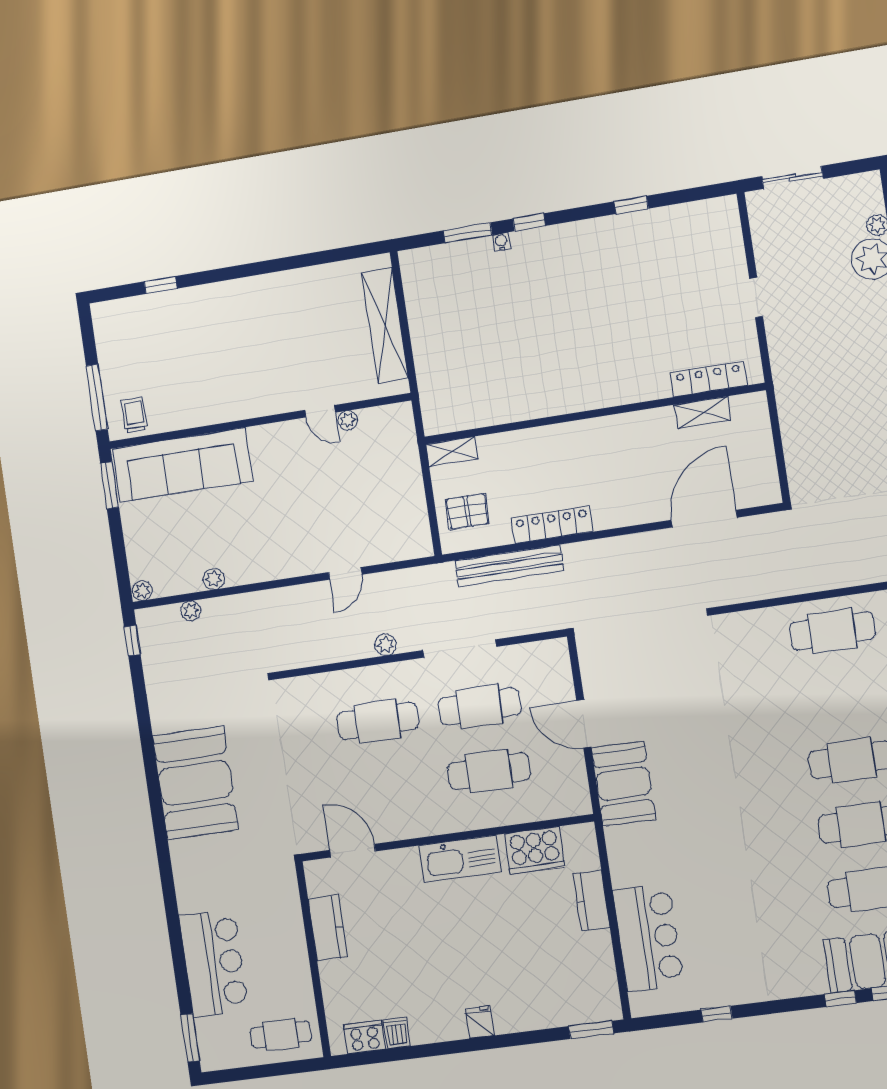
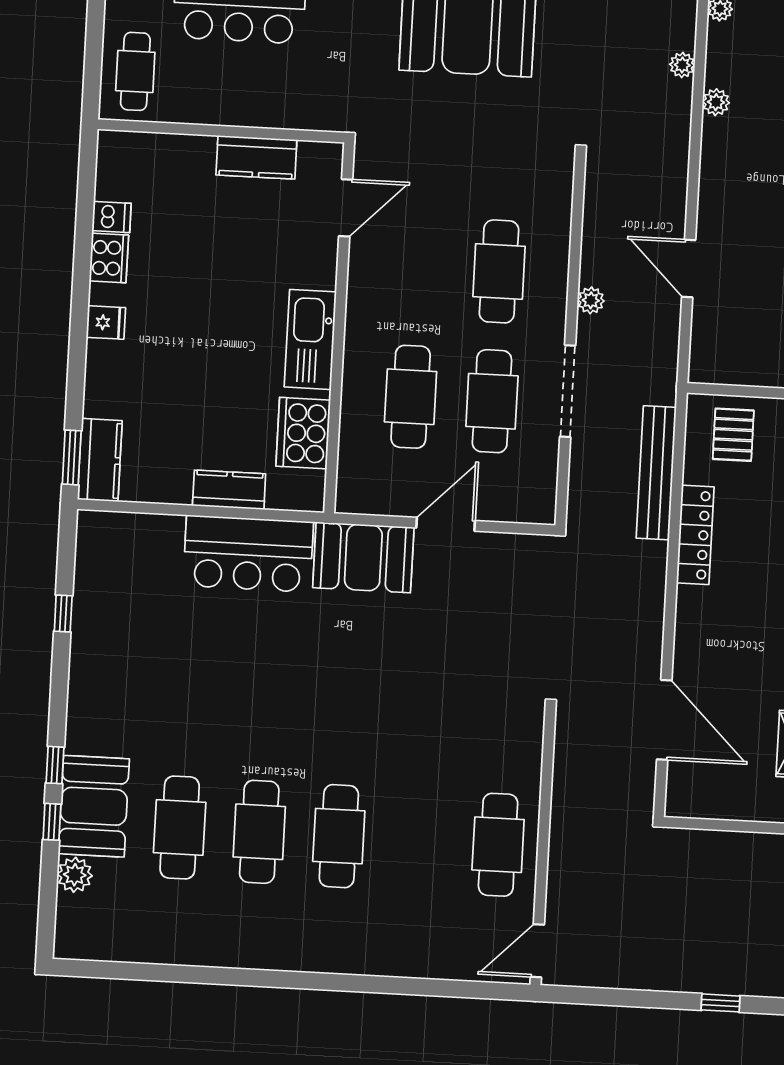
door: (345, 573) -> (689, 268), width x1.38
bar counter: (648, 938) -> (248, 554), moved
kitchen counter: (589, 1007) -> (100, 460), added
cooker: (365, 1037) -> (109, 258), moved

